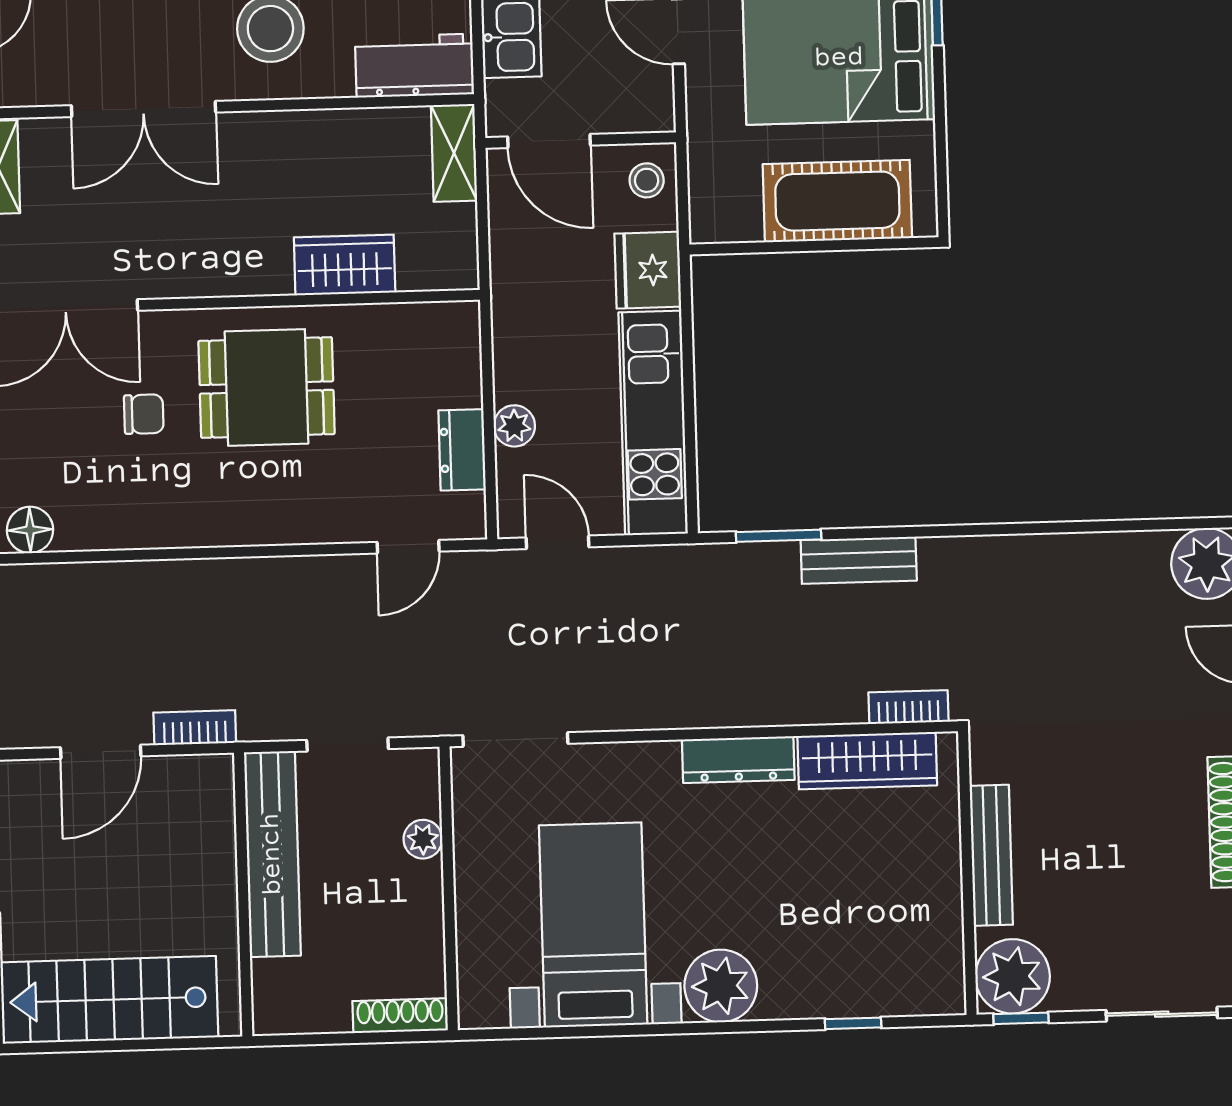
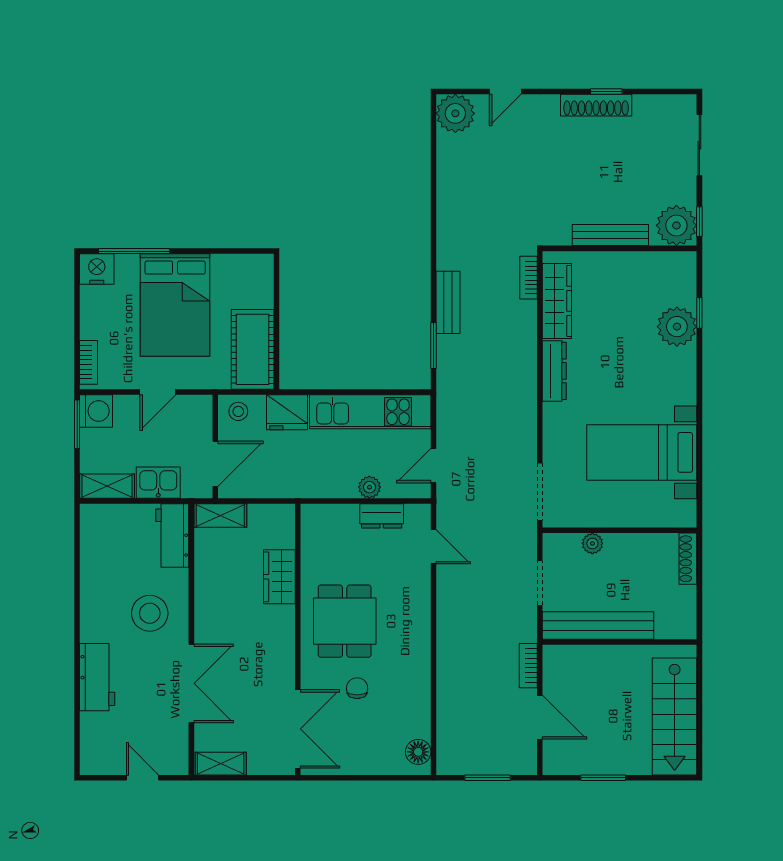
cot: (837, 201) -> (253, 349), moved
plant: (721, 986) -> (677, 327), moved

